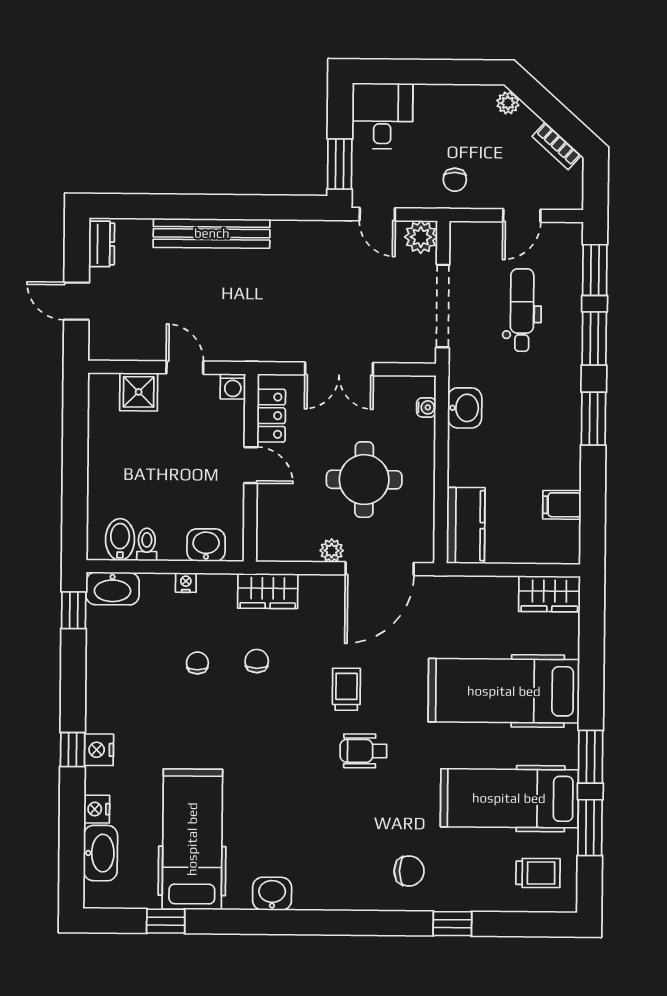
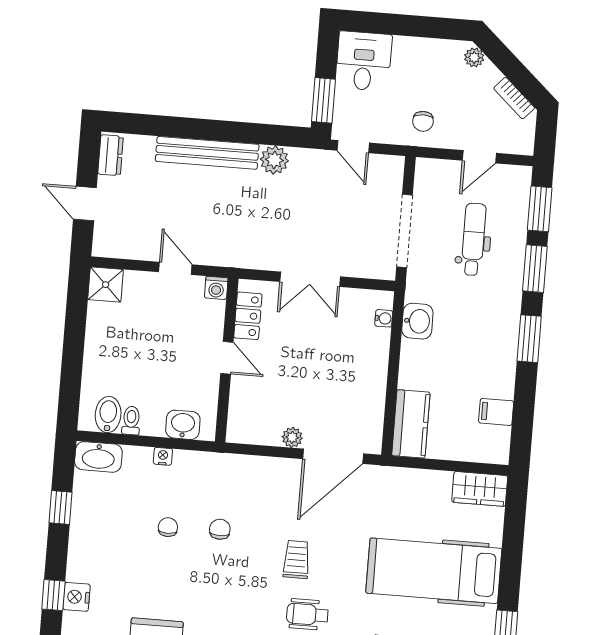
plant: (421, 237) -> (274, 160), moved
shower: (139, 392) -> (106, 285), moved
round table: (364, 480) -> (325, 377), removed
wardrobe: (268, 591) -> (234, 469), removed
window: (74, 610) -> (60, 508), moved

